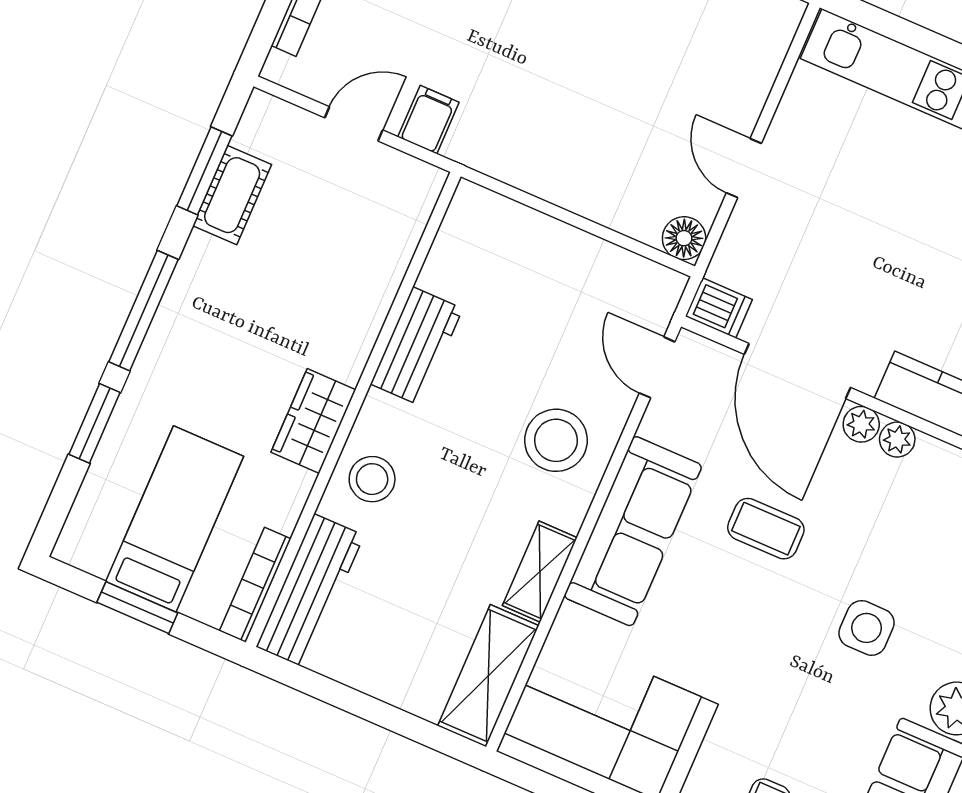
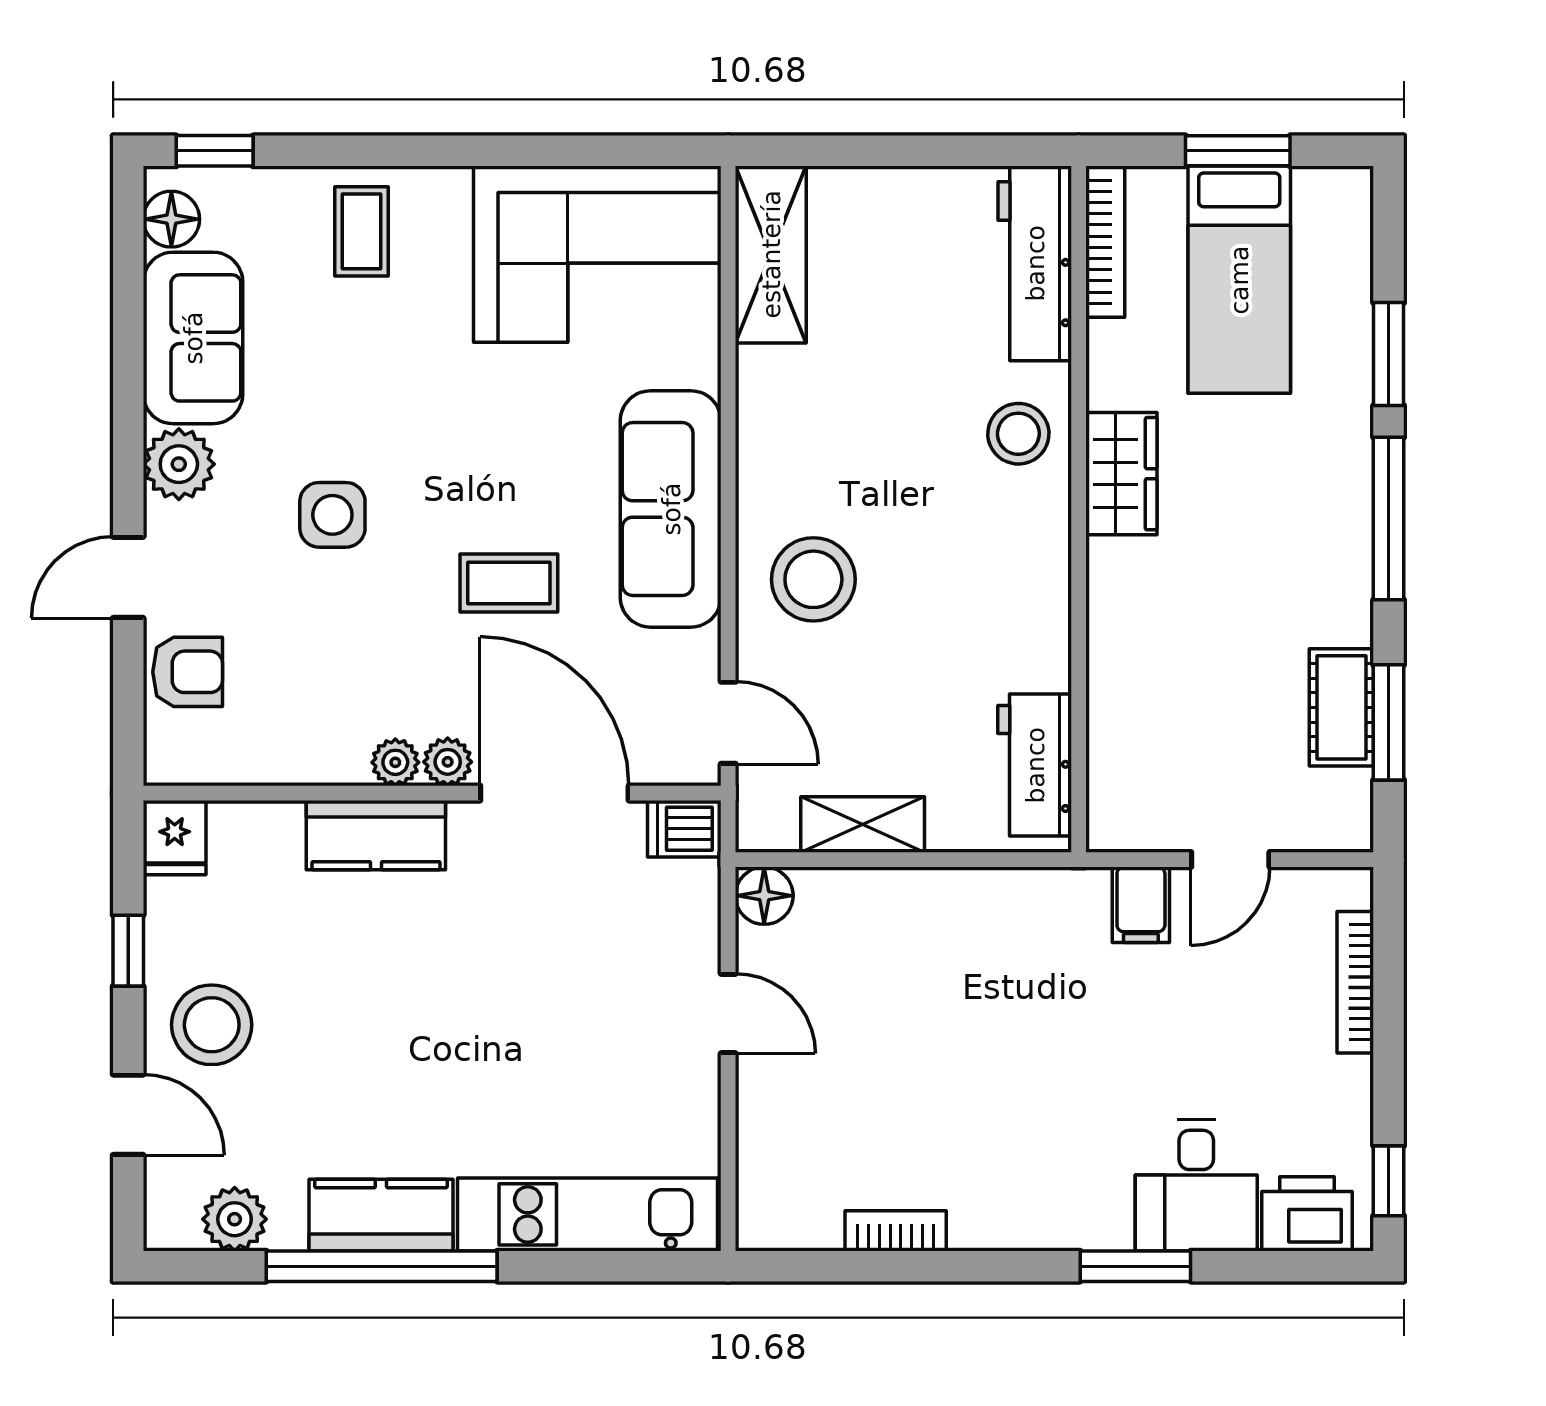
workbench: (417, 346) -> (1035, 765), moved
shelving: (540, 572) -> (863, 824), moved, turned 90

